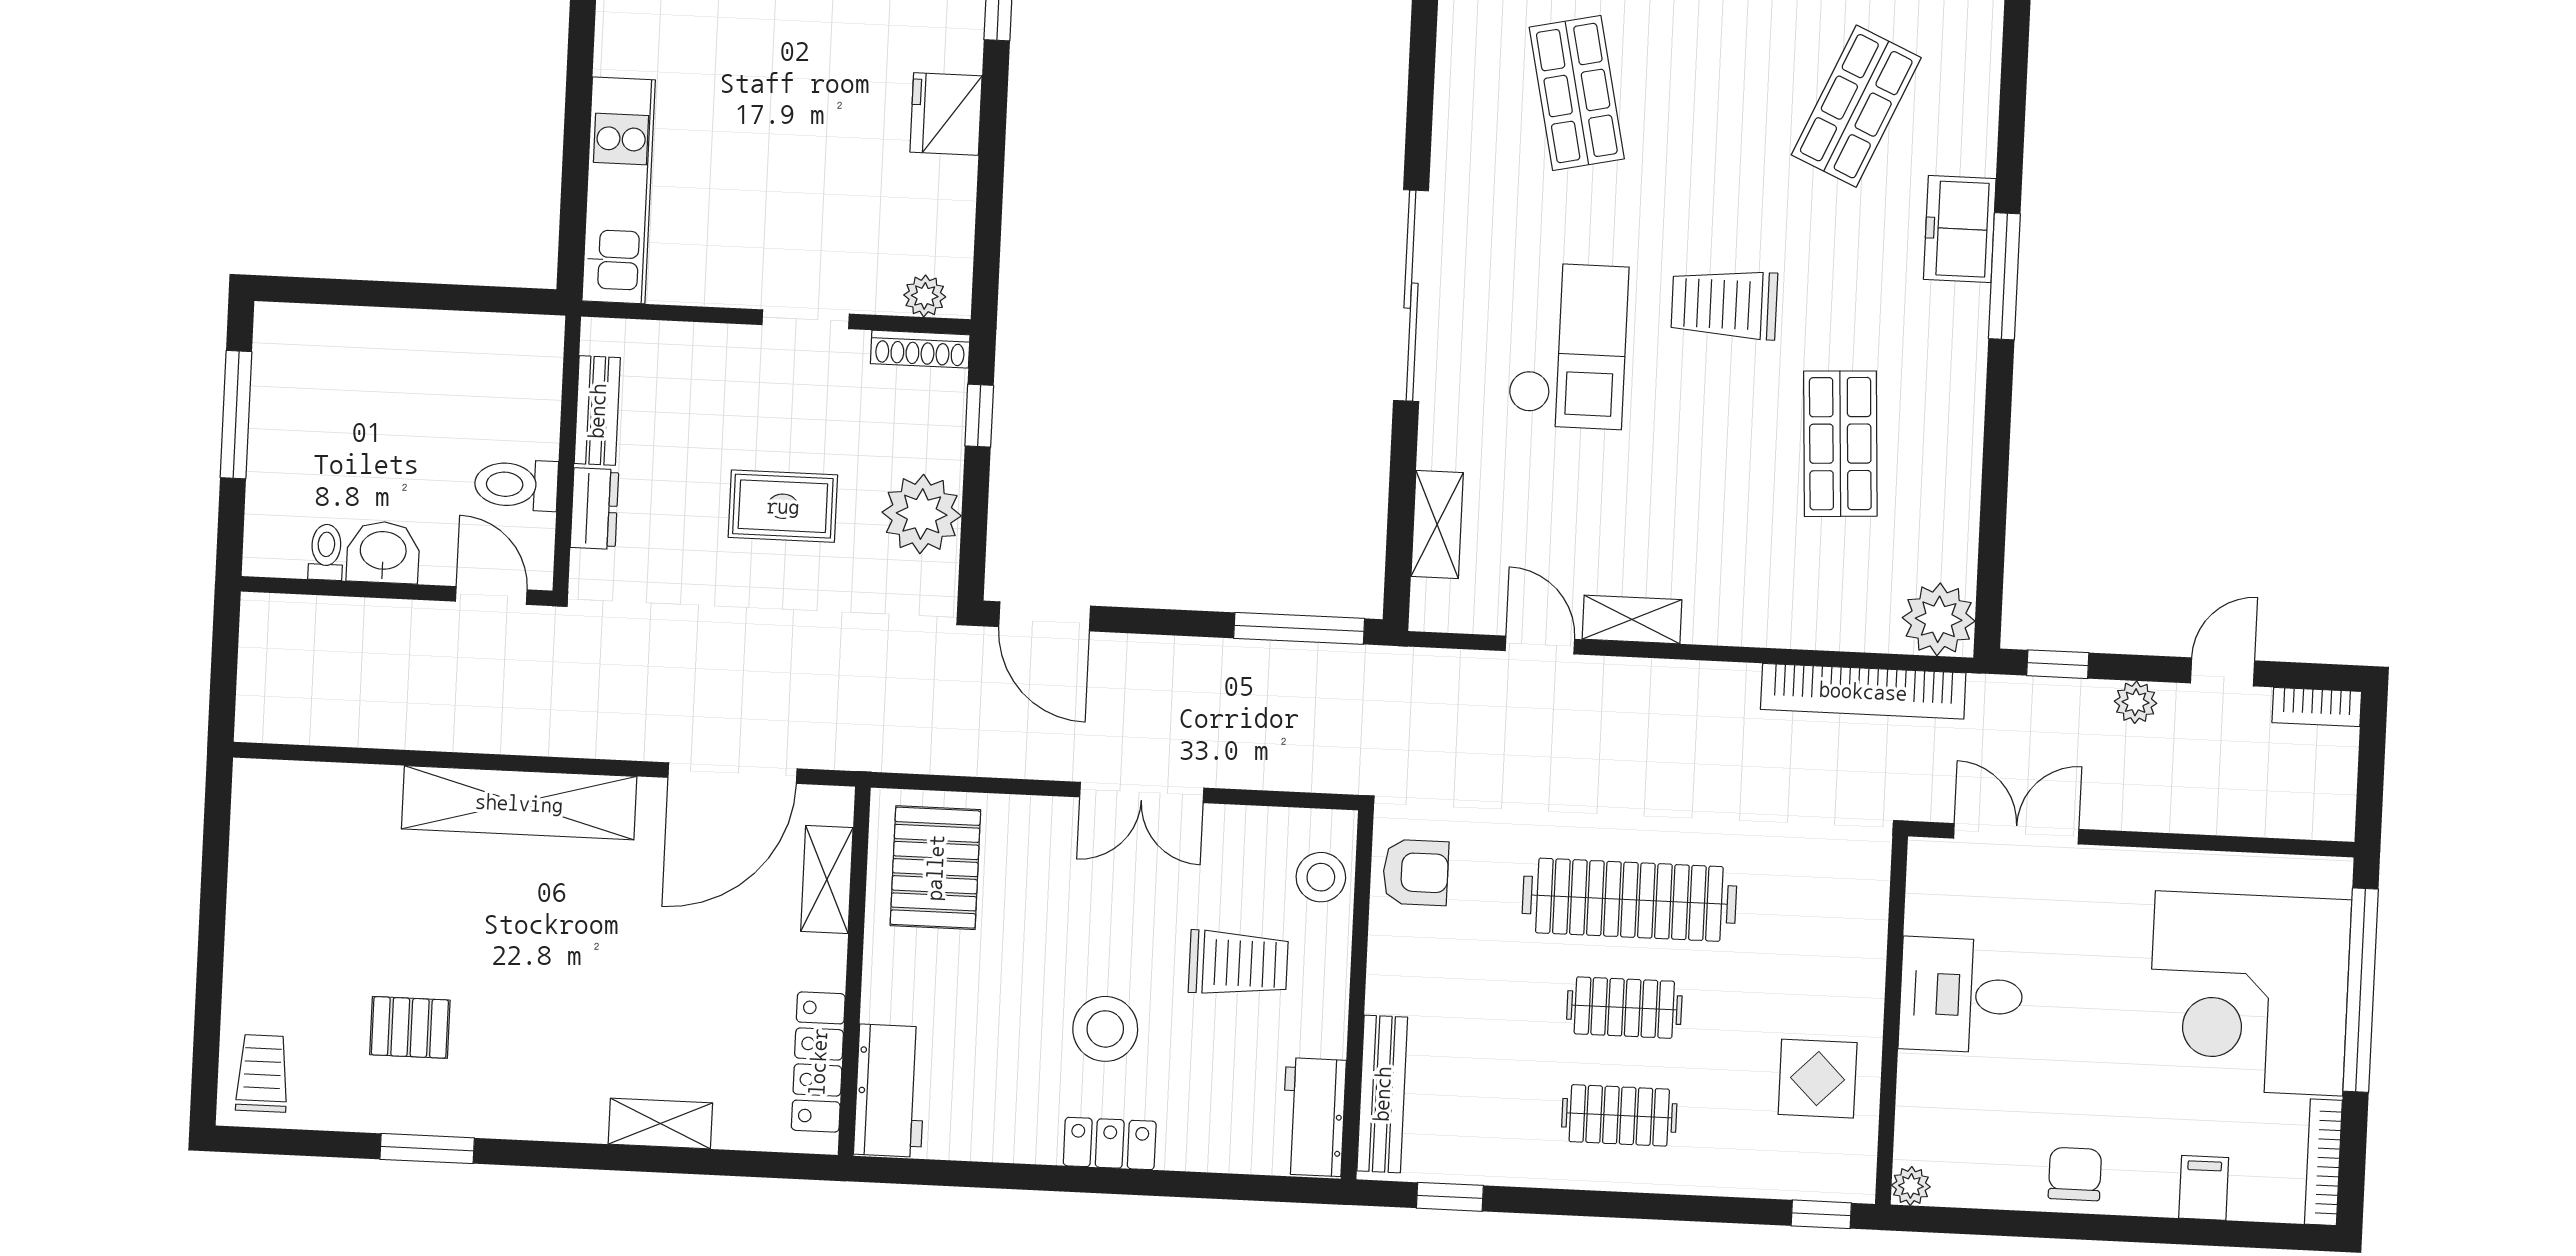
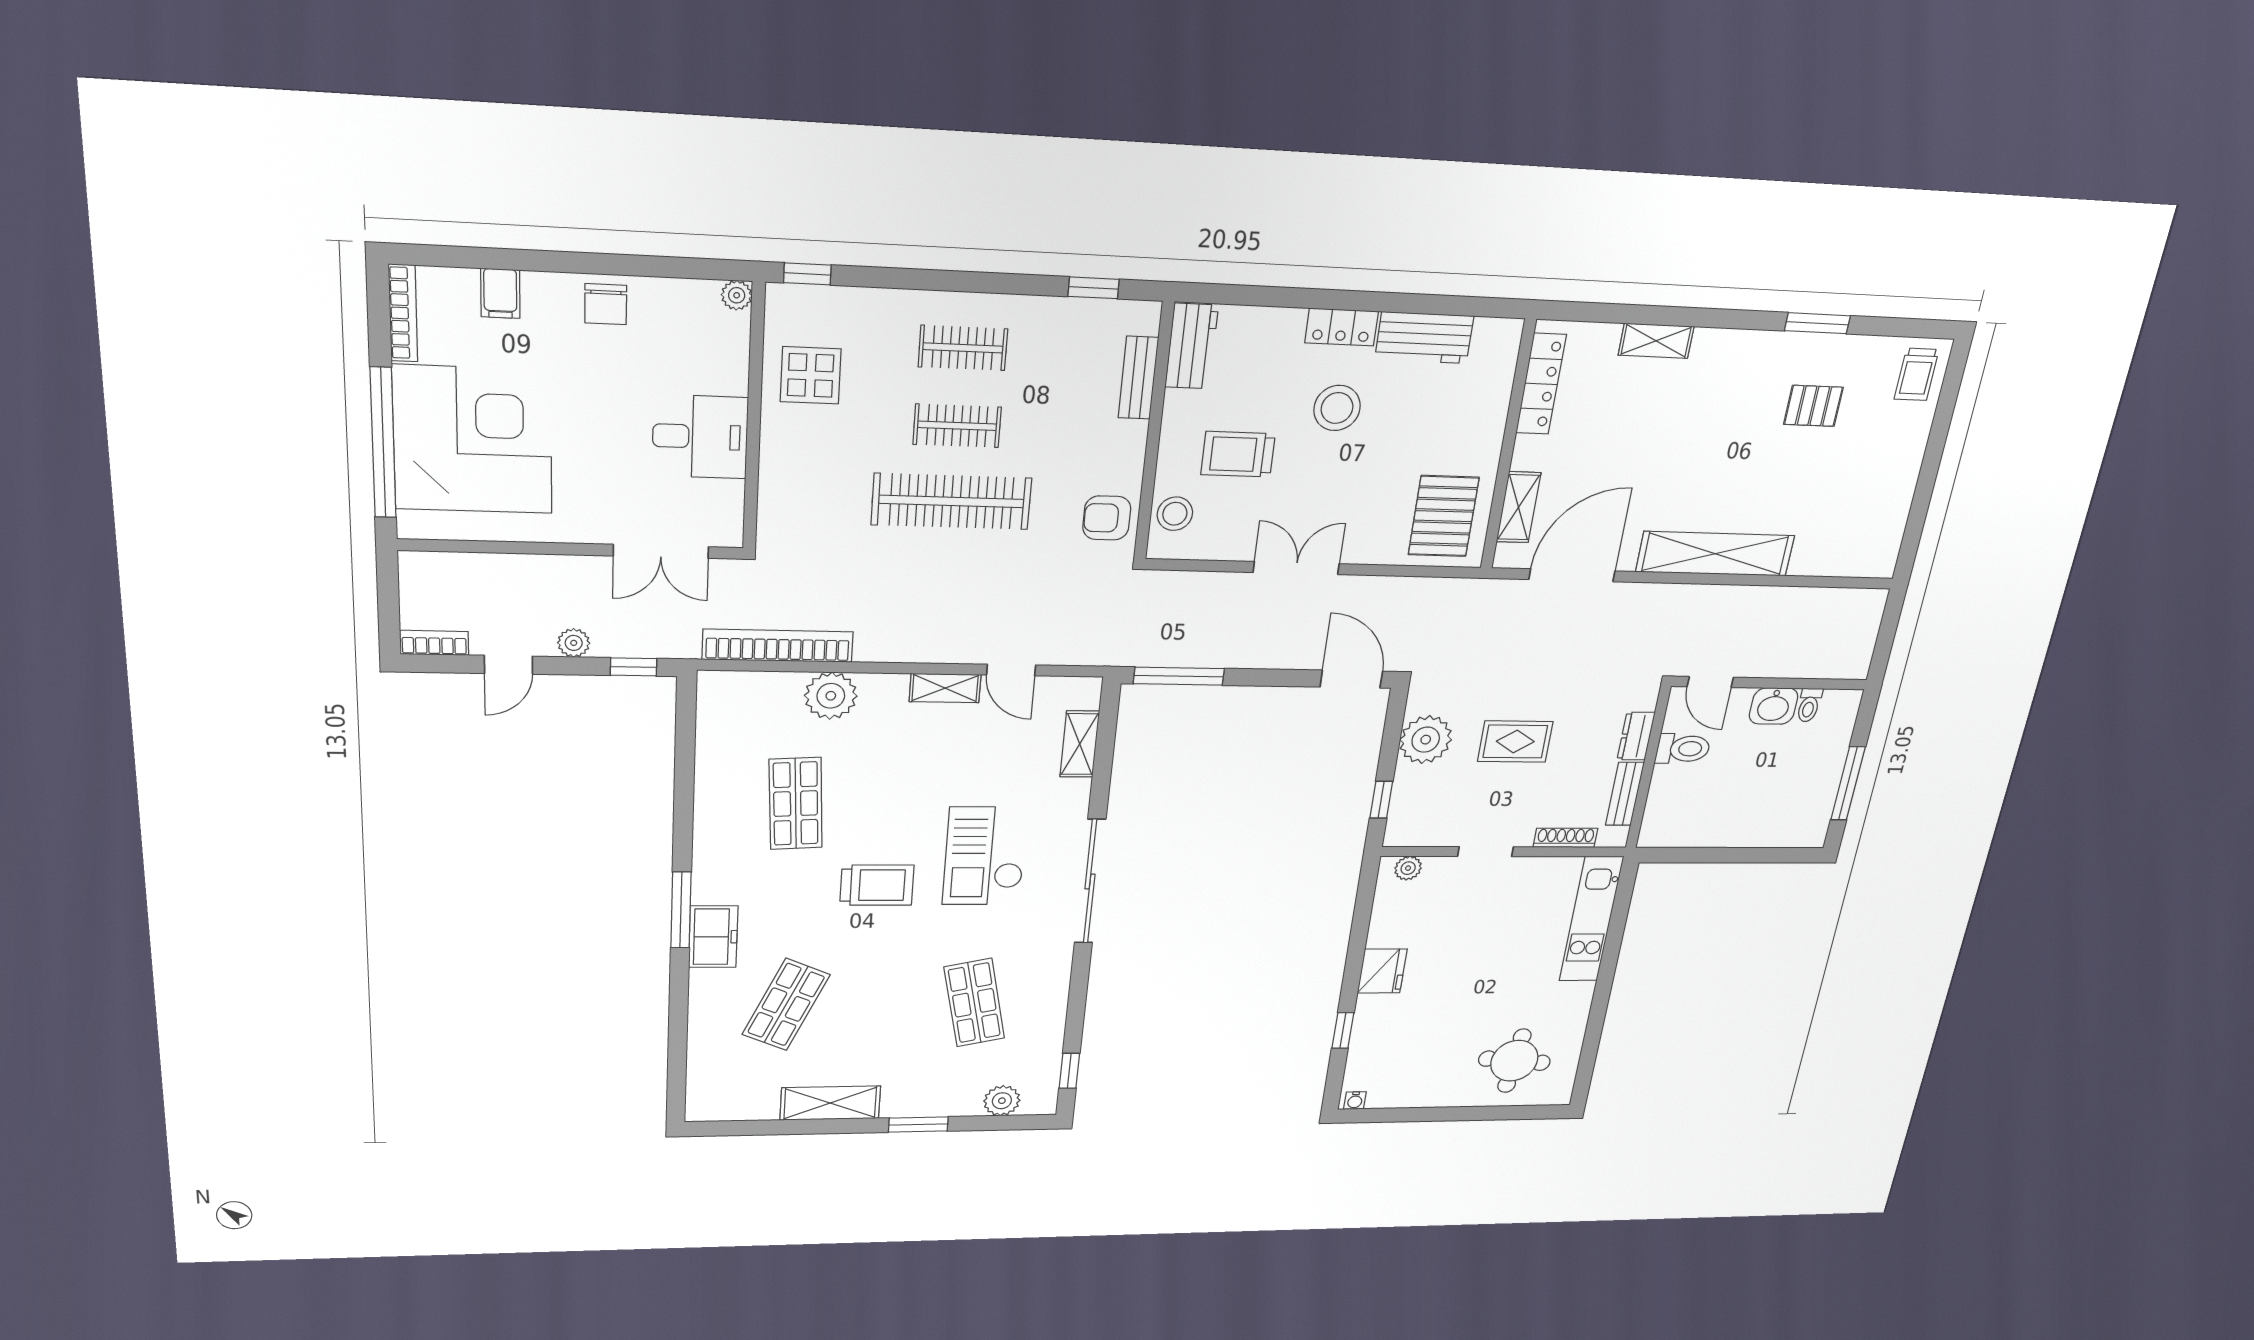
shoe rack: (920, 349) -> (1565, 838), moved
plant: (1939, 619) -> (831, 696), moved
workbench: (890, 1091) -> (1424, 338), moved, turned -90
bench: (1382, 1094) -> (1138, 378), width x0.73

